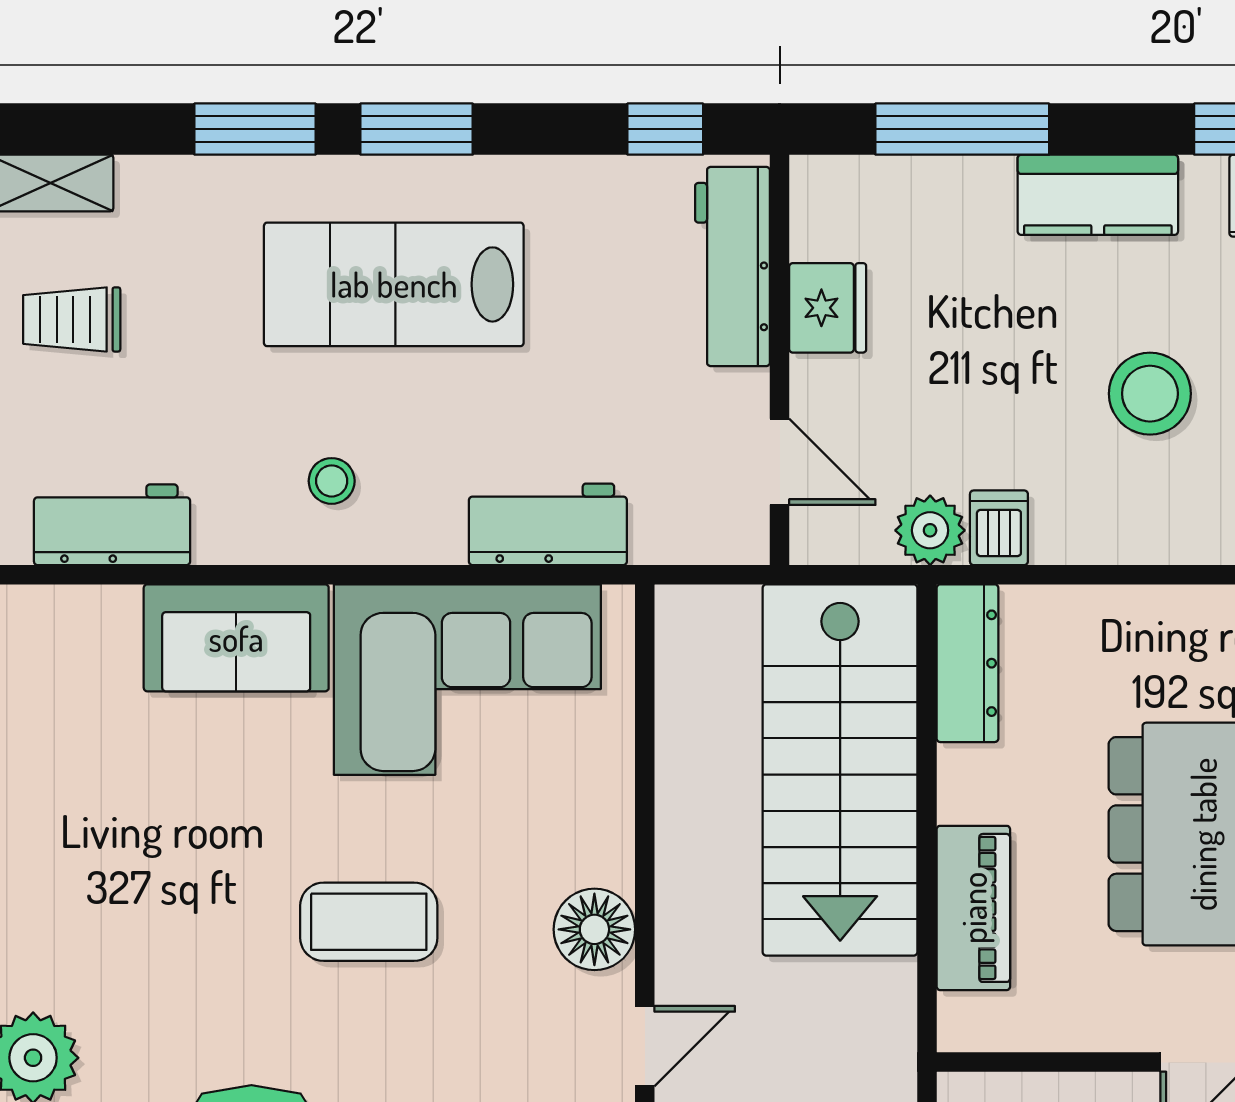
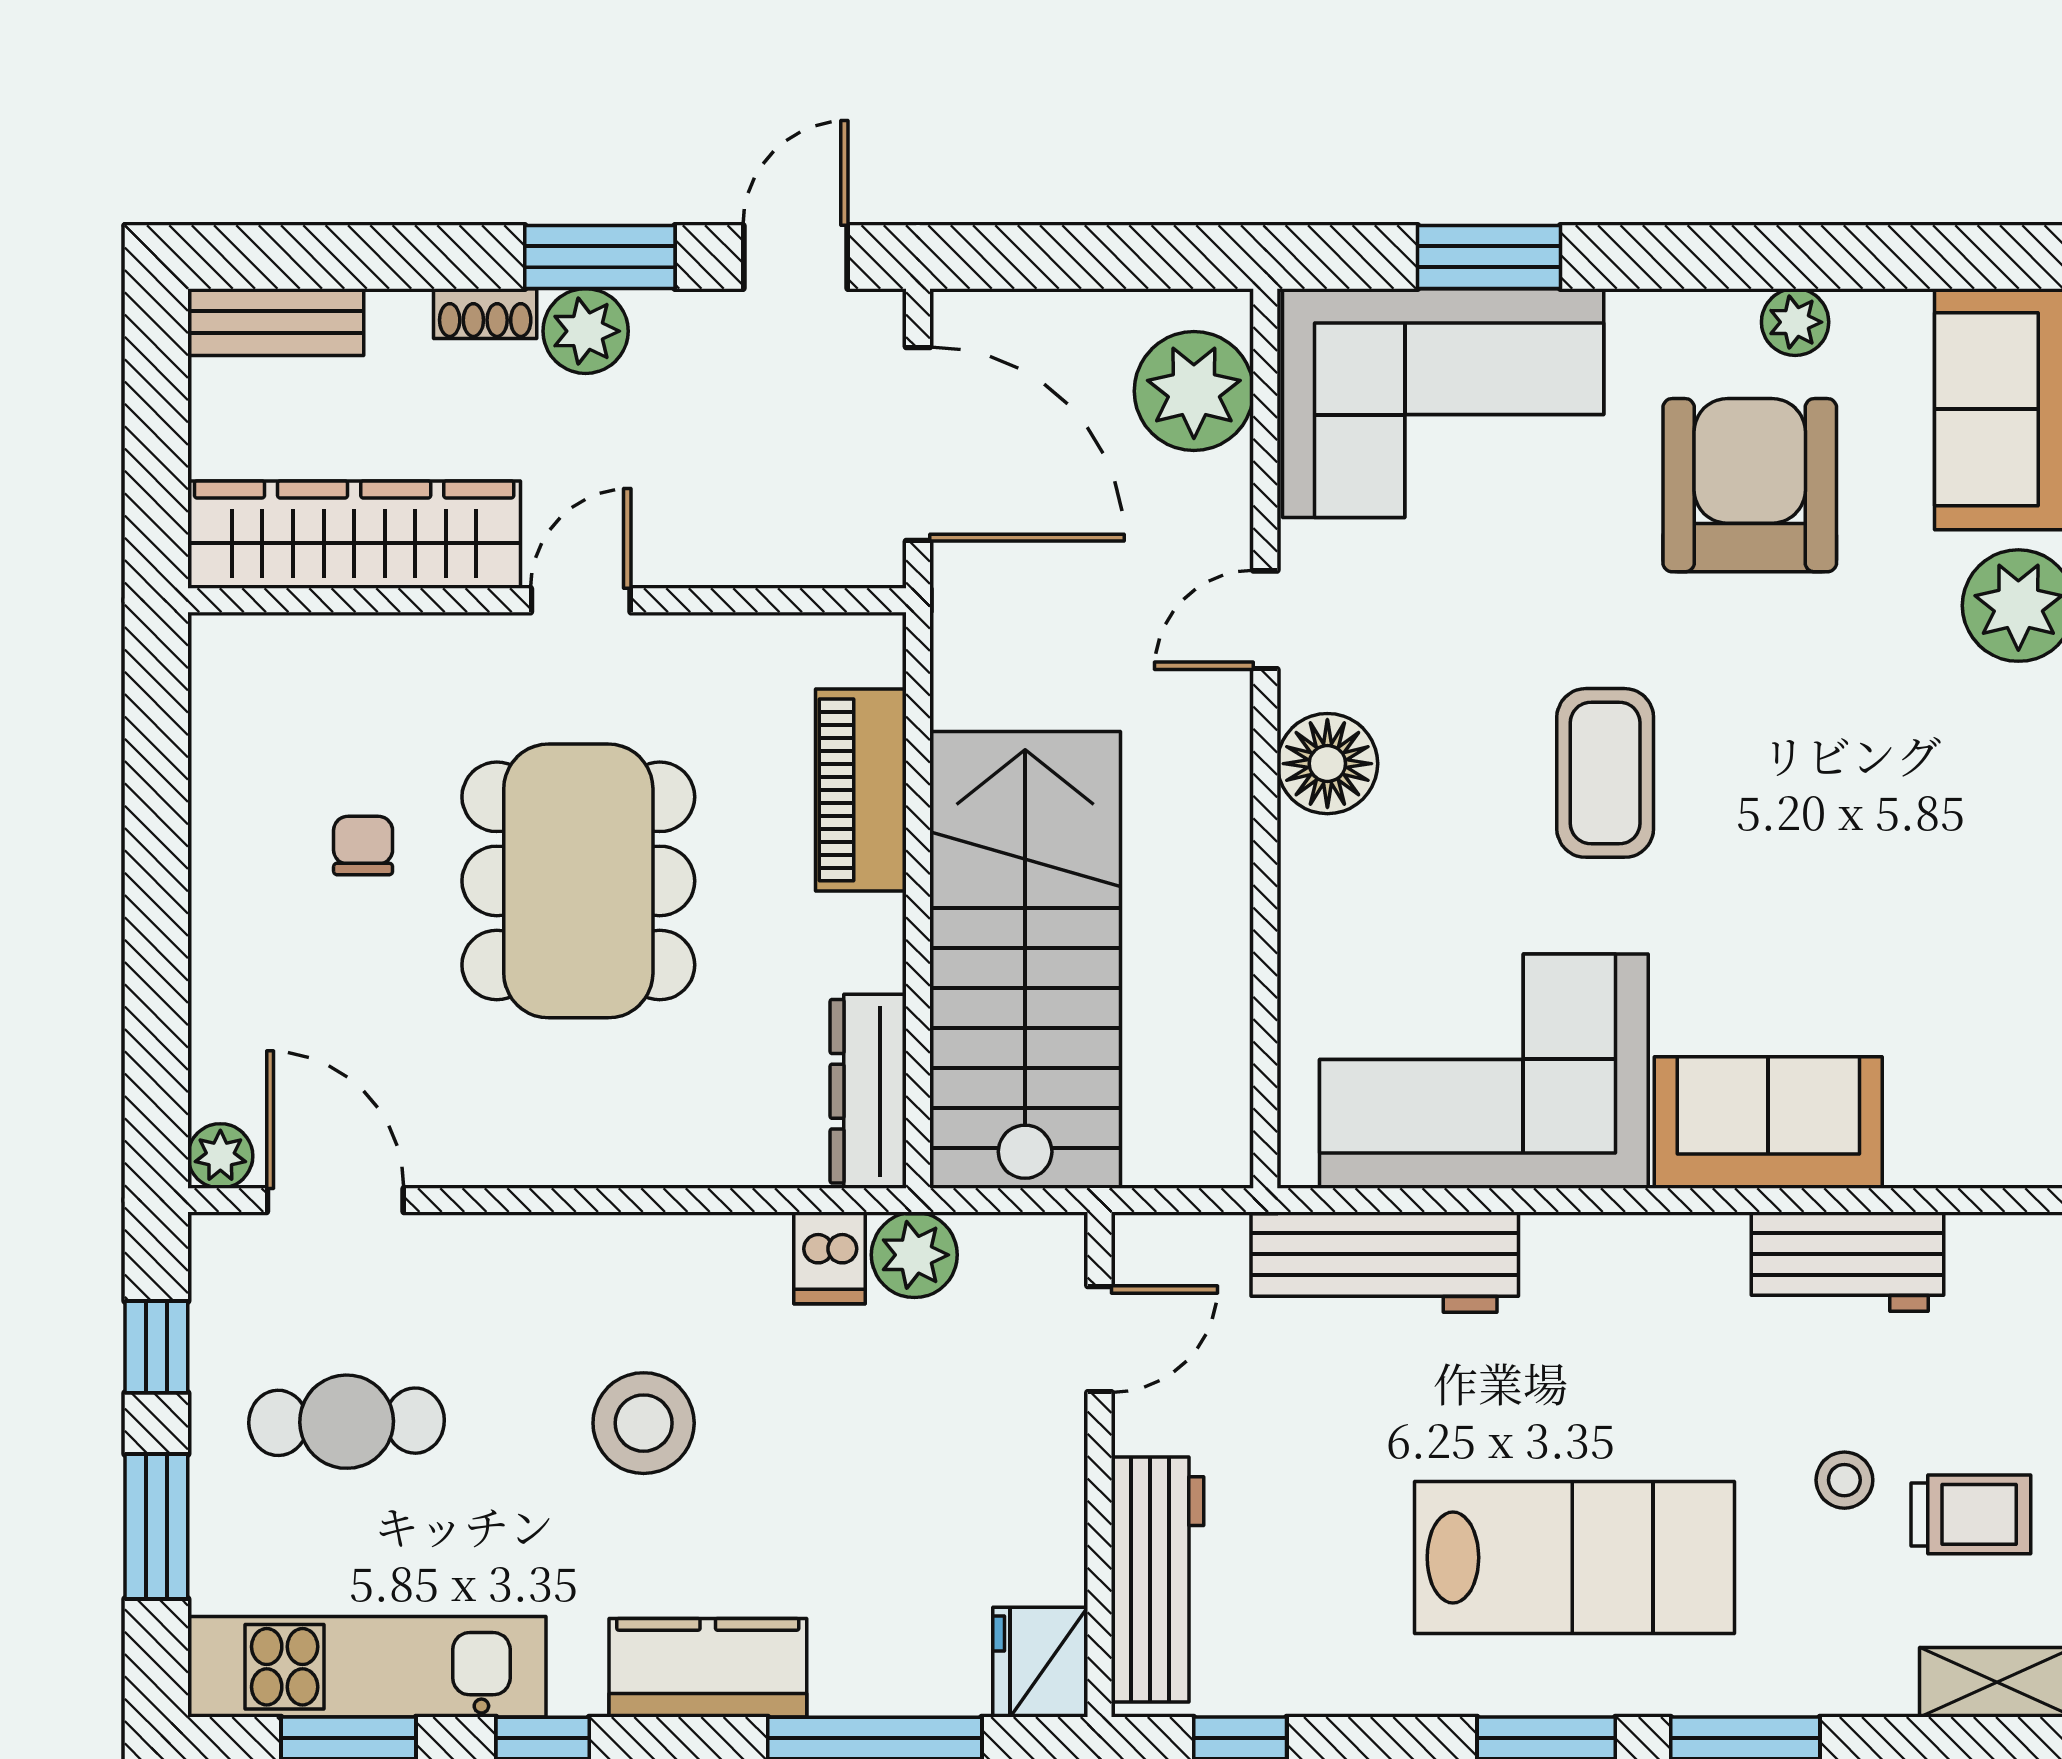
fridge: (828, 308) -> (1040, 1662), moved
door: (780, 462) -> (1100, 1339), swing flipped
stool: (332, 481) -> (1844, 1480), moved
workbench: (548, 524) -> (1385, 1262), width x1.38
workbench: (112, 525) -> (1847, 1262), moved
coffee table: (369, 922) -> (1605, 773), turned 90

